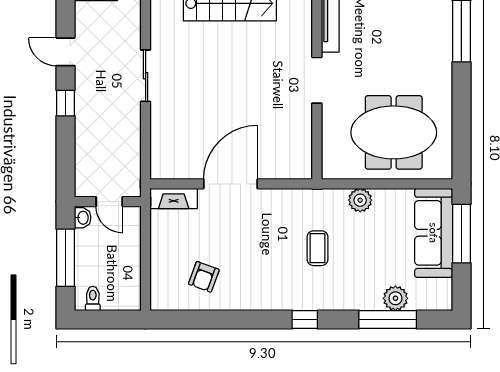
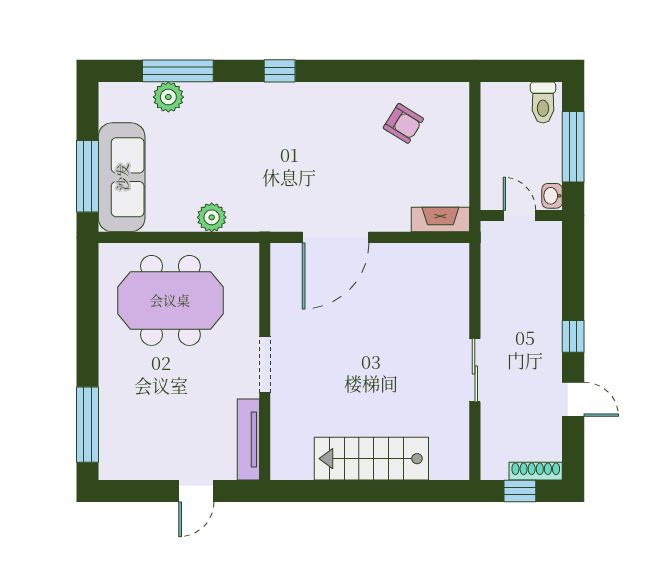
door: (231, 184) -> (336, 237), moved
coffee table: (318, 248) -> (264, 158), removed
armchair: (204, 277) -> (403, 123), turned 102
toilet: (93, 299) -> (543, 102), width x1.37, depth x1.39

